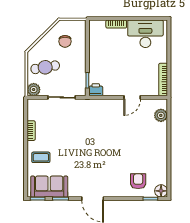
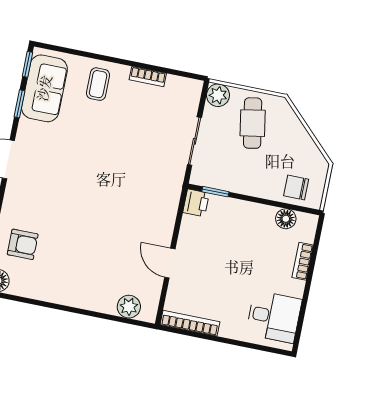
desk: (145, 34) -> (274, 317), width x0.73
floor lamp: (95, 38) -> (286, 219), added
chair: (65, 41) -> (296, 188), moved

